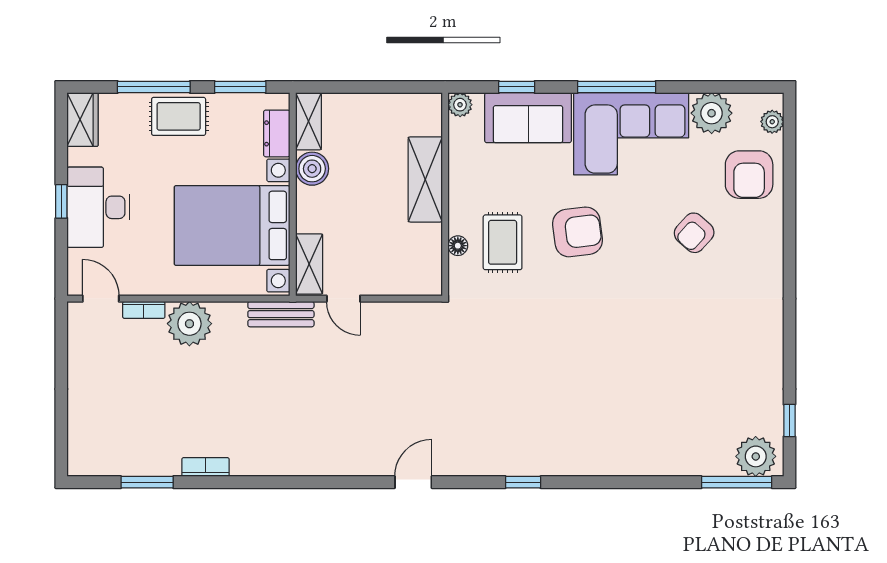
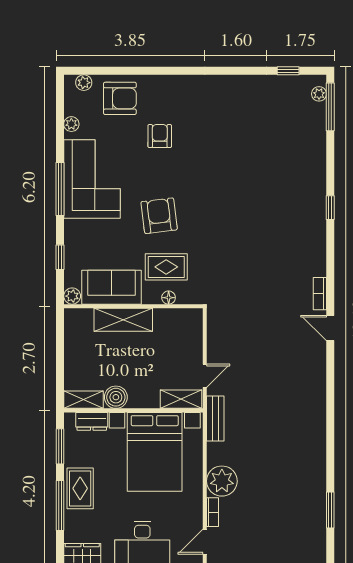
plant: (712, 113) -> (71, 124), width x0.53, depth x0.53
sofa: (528, 118) -> (112, 287), moved, turned -90
armchair: (694, 233) -> (160, 136), turned -132
plant: (756, 456) -> (319, 94), width x0.53, depth x0.53
bookcase: (205, 467) -> (320, 294), moved
window: (523, 482) -> (330, 208), moved

